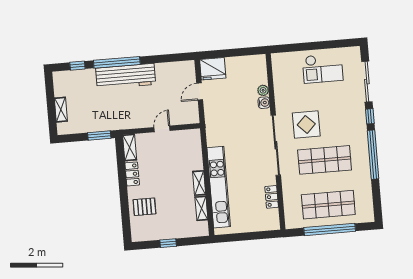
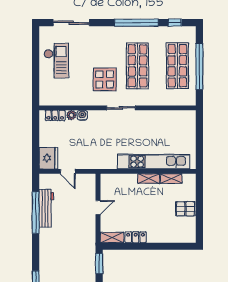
window: (117, 62) -> (36, 213), moved
workbench: (126, 76) -> (46, 208), moved, width x0.73, depth x0.76
window: (370, 116) -> (175, 23), moved
door: (162, 129) -> (98, 207), swing flipped
sliding door: (276, 145) -> (121, 108), width x0.54
locker: (272, 197) -> (55, 115), moved
pallet: (144, 207) -> (185, 209), moved, turned 90
window: (168, 243) -> (199, 211), removed

